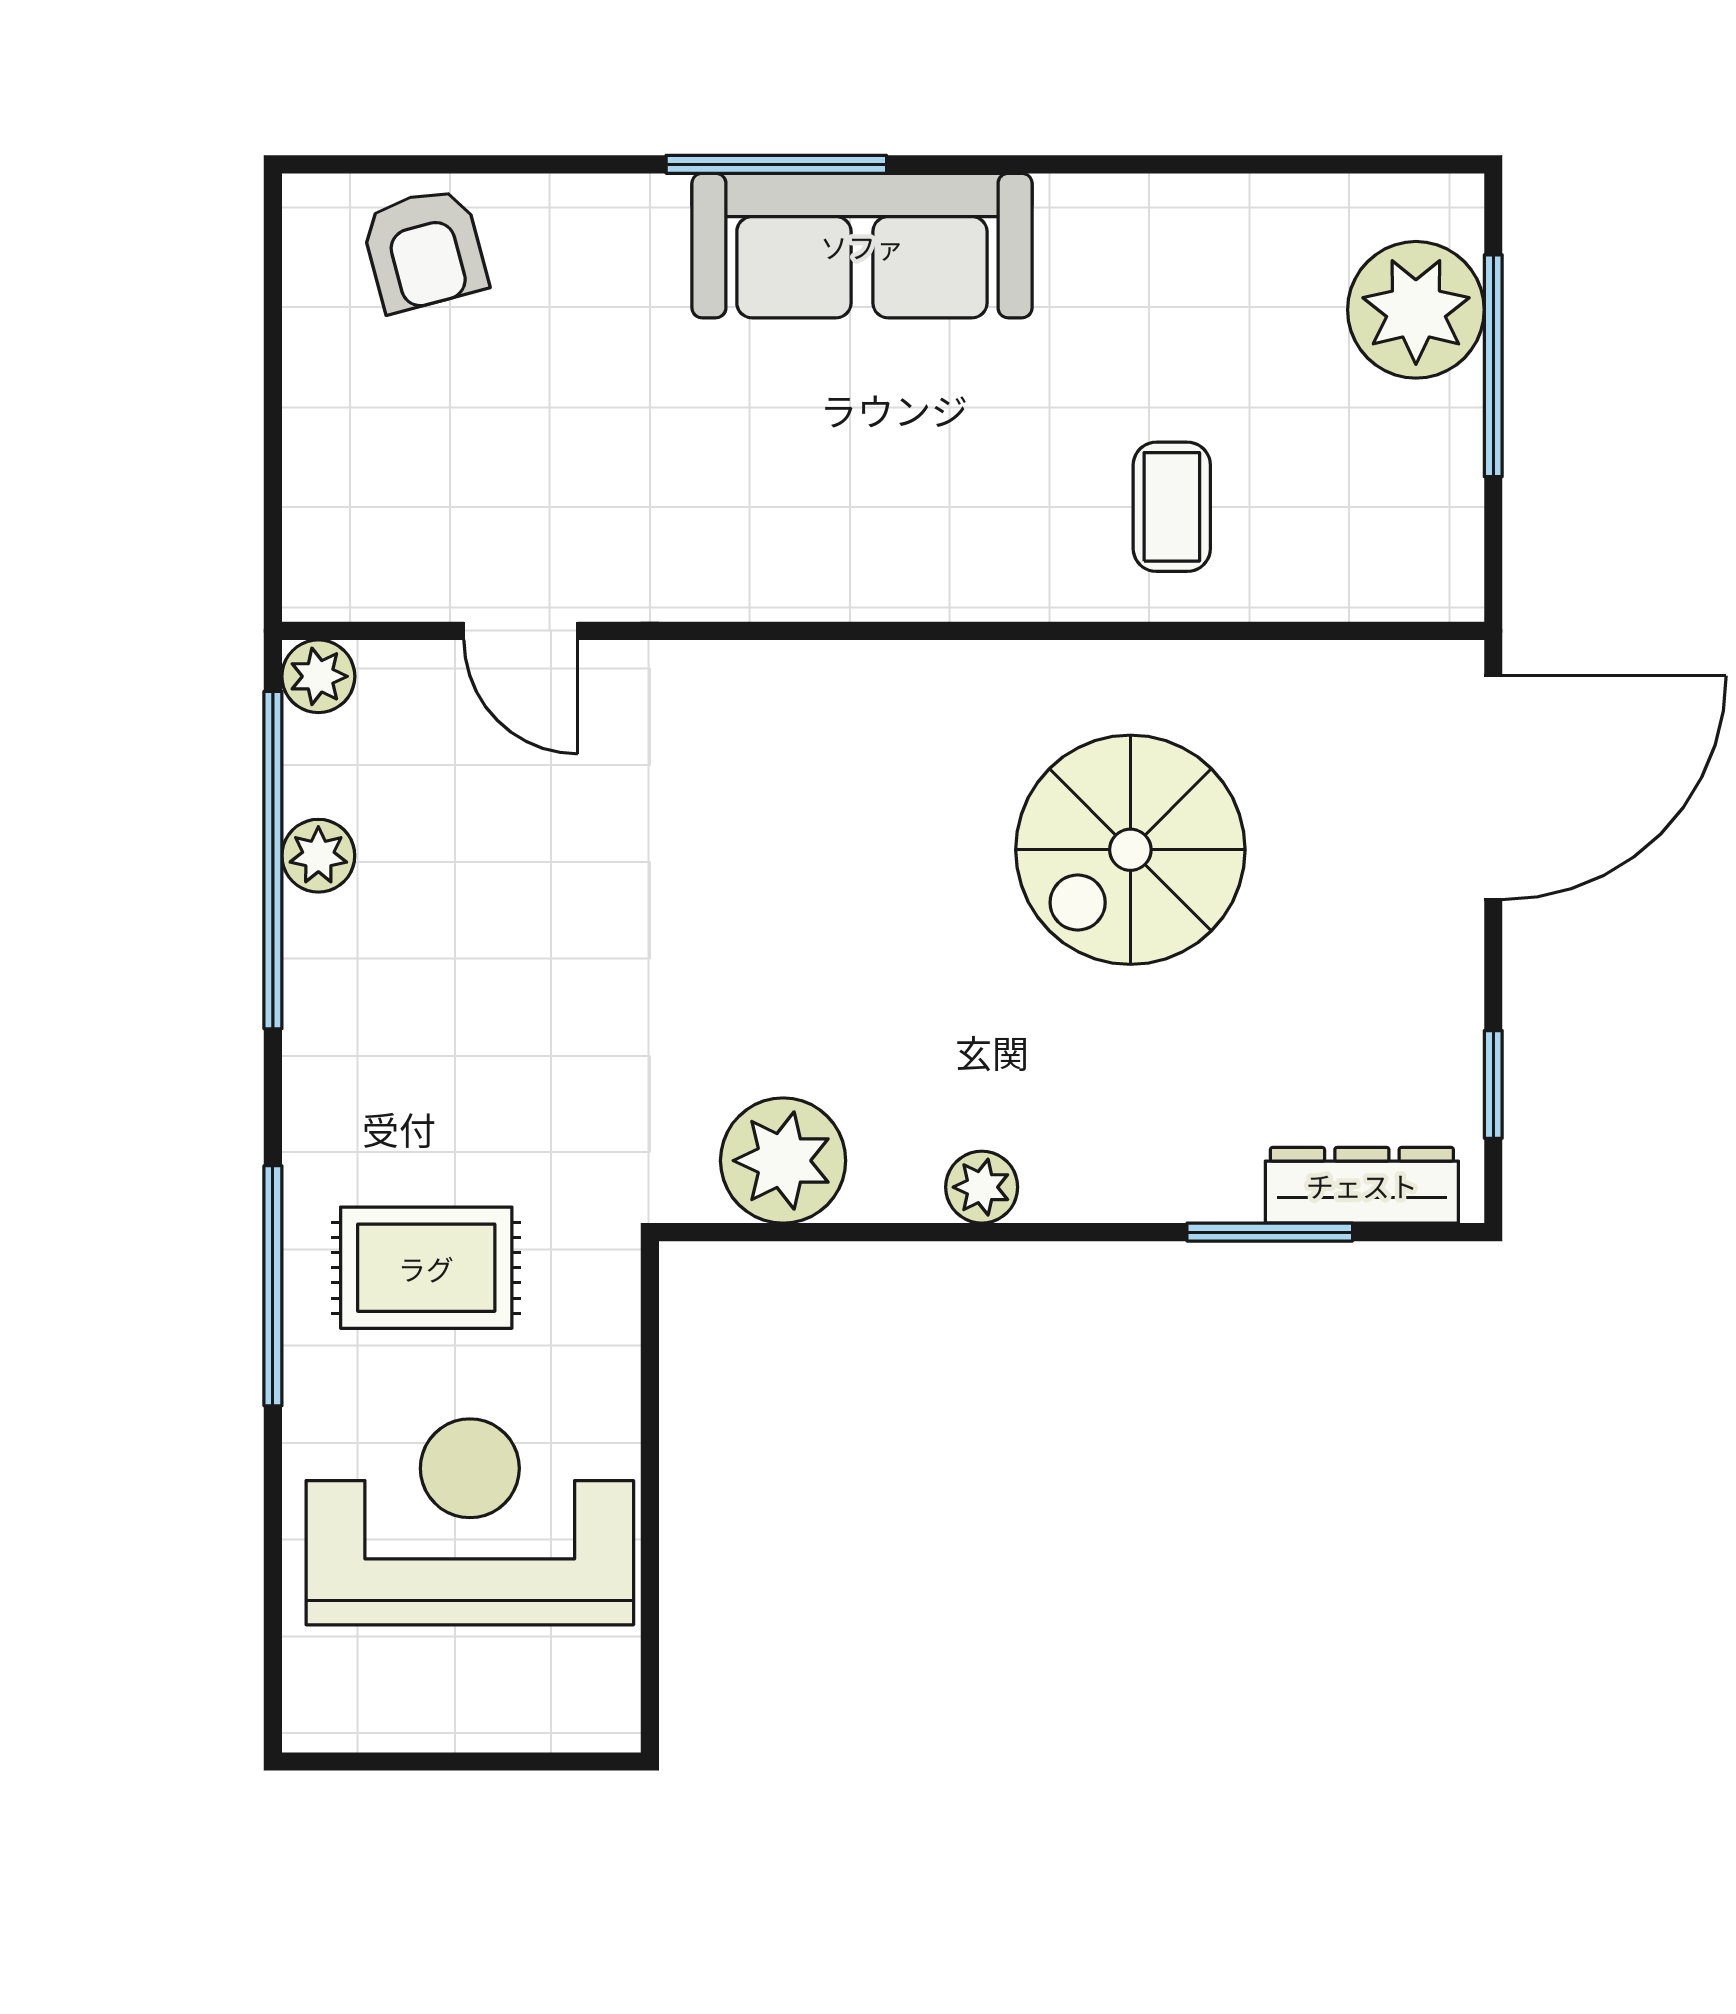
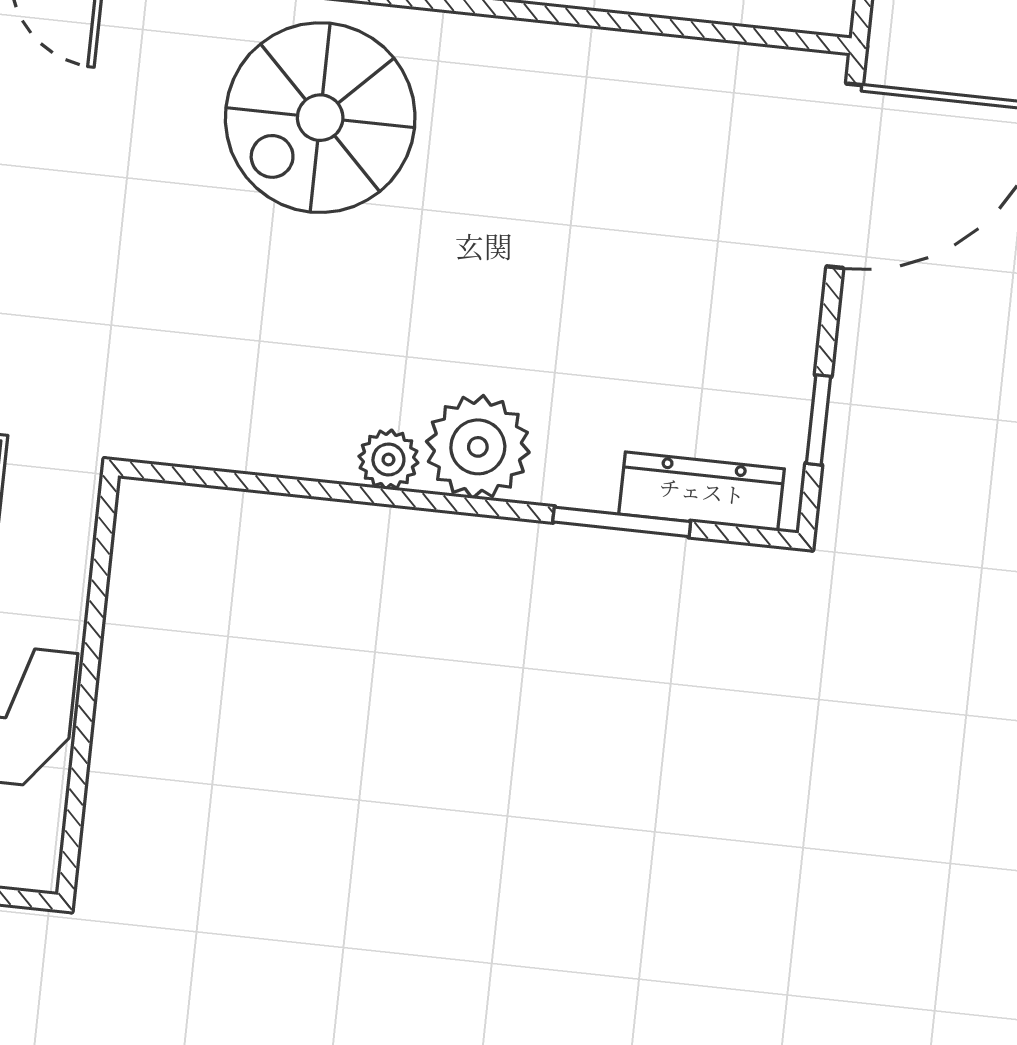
spiral stairs: (1130, 850) -> (320, 118), moved
plant: (783, 1161) -> (478, 447), moved

